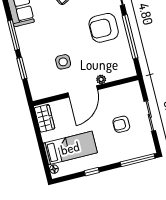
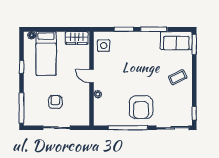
armchair: (104, 28) -> (141, 107), turned 180
side table: (63, 62) -> (104, 46), moved
door: (83, 91) -> (91, 76), width x0.53

